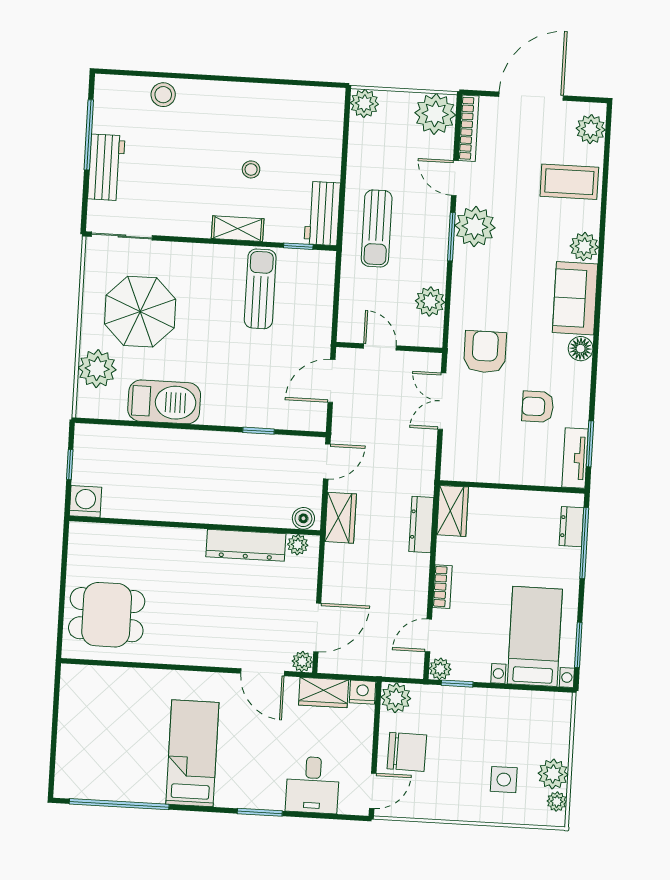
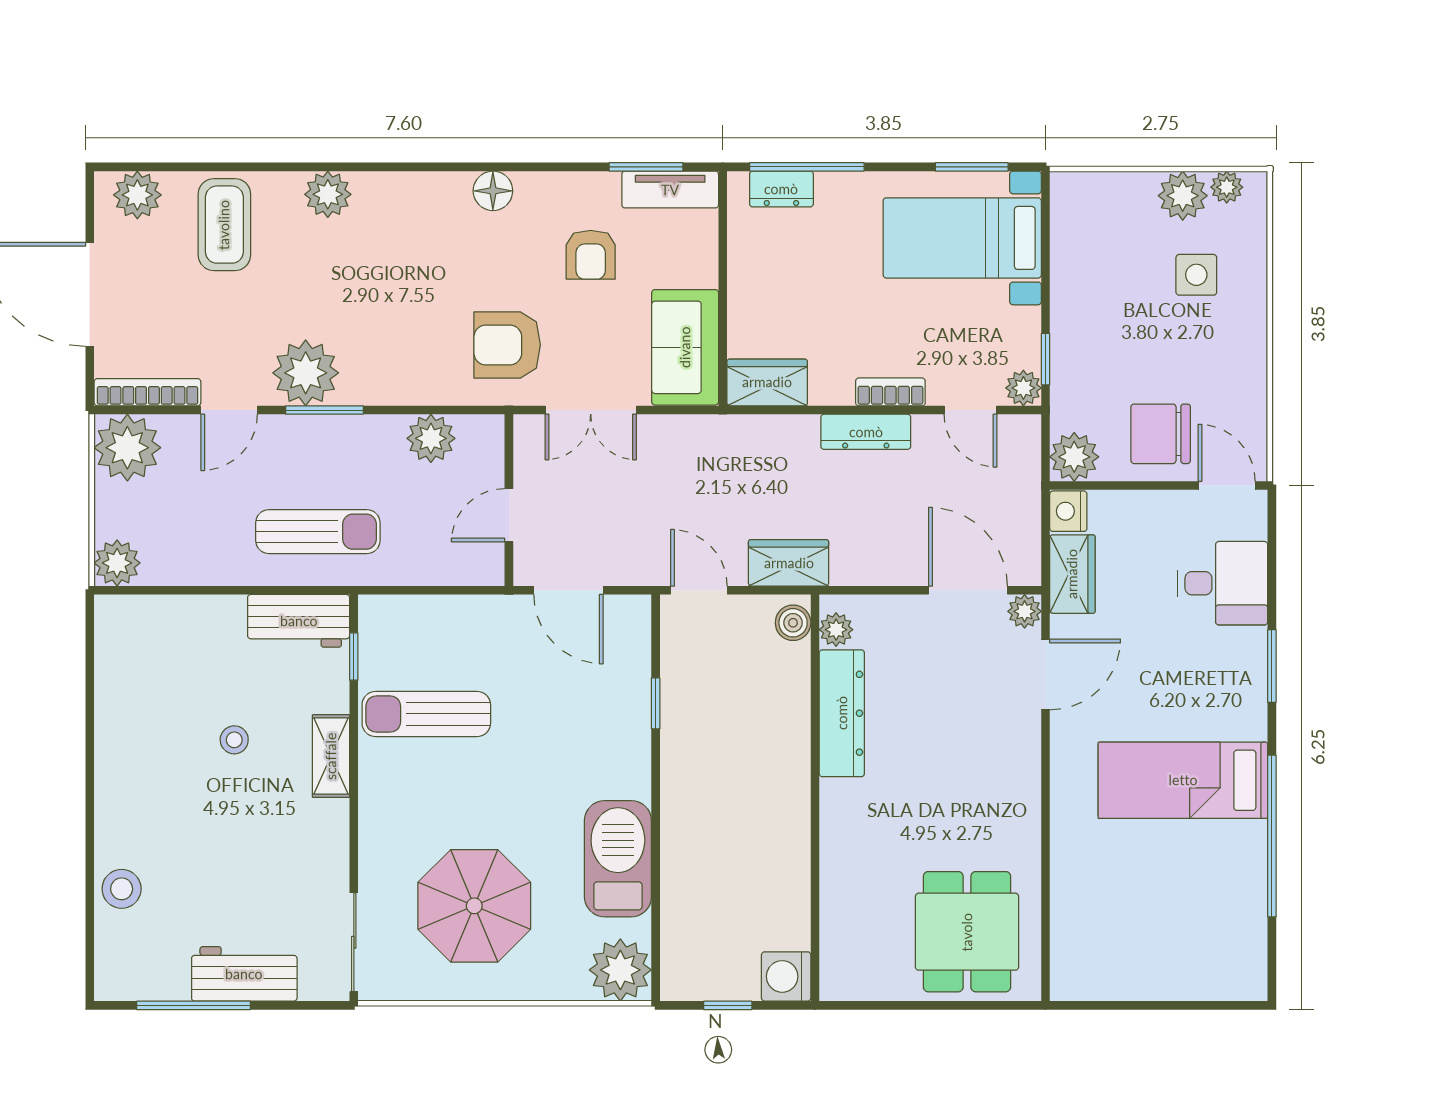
sofa: (575, 298) -> (685, 347), moved, turned 90
plant: (97, 369) -> (620, 970), moved
dresser: (421, 525) -> (866, 432), moved
chair: (407, 752) -> (1161, 434), turned -91
window: (119, 804) -> (1272, 836), moved

